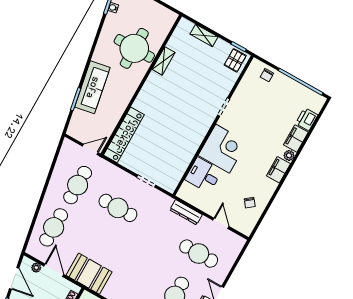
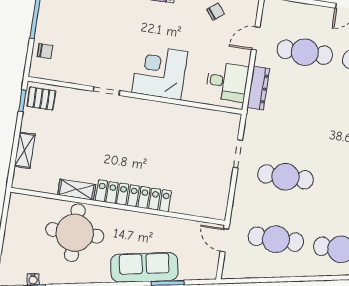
locker: (124, 135) -> (133, 196), moved
desk: (203, 175) -> (227, 82), moved, turned -90
cafe table: (118, 208) -> (286, 177), turned 90
cafe table: (199, 254) -> (305, 52), turned 90

